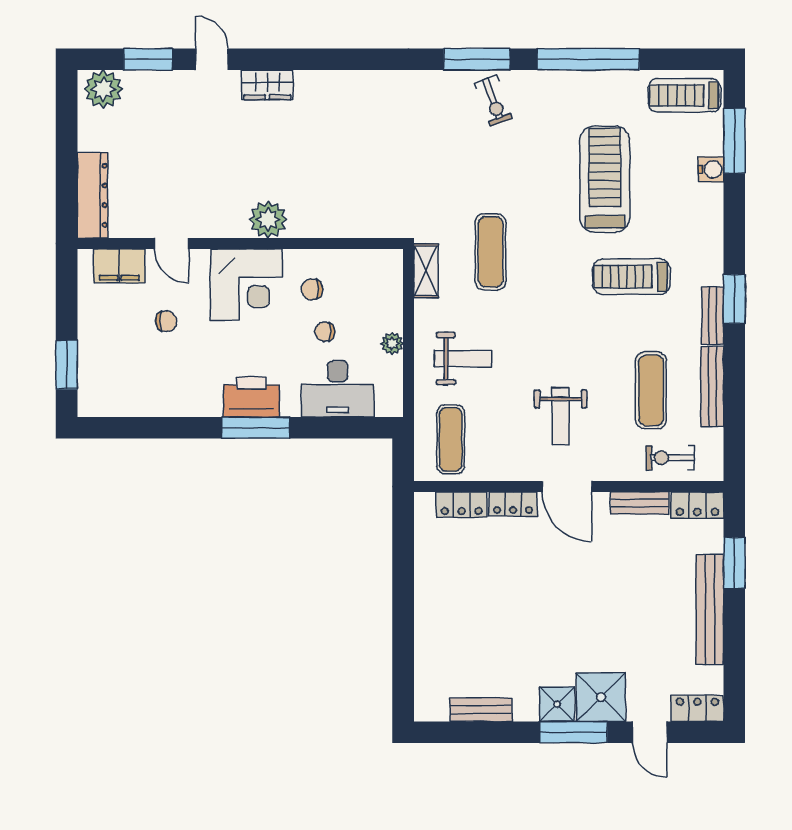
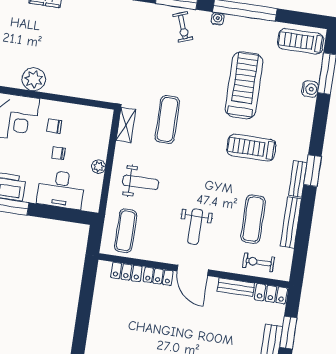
water cooler: (547, 80) -> (218, 19), added

